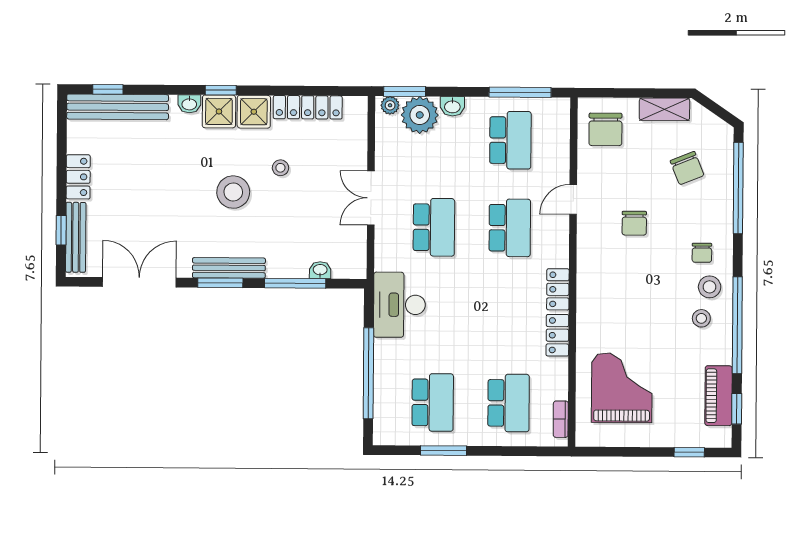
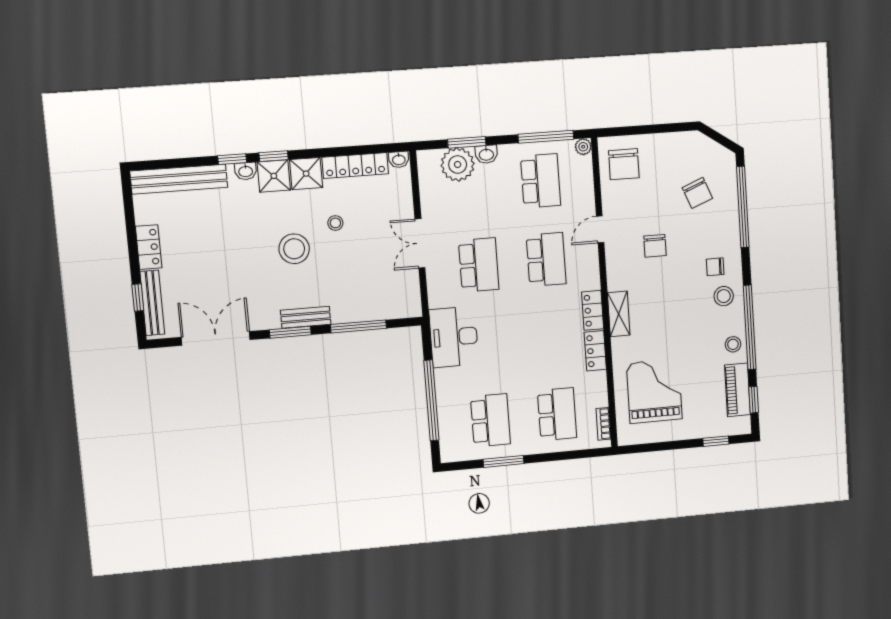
window: (108, 89) -> (232, 159), moved
window: (405, 91) -> (467, 142), moved
plant: (390, 105) -> (583, 147), moved
shelving: (664, 109) -> (619, 314), moved, turned 90
chair: (702, 253) -> (715, 267), turned 90
bench: (229, 268) -> (306, 317), width x0.73
washbasin: (320, 270) -> (399, 160), moved, turned 180
stool: (701, 318) -> (733, 344), moved

